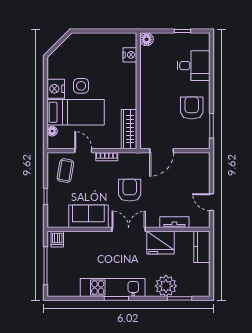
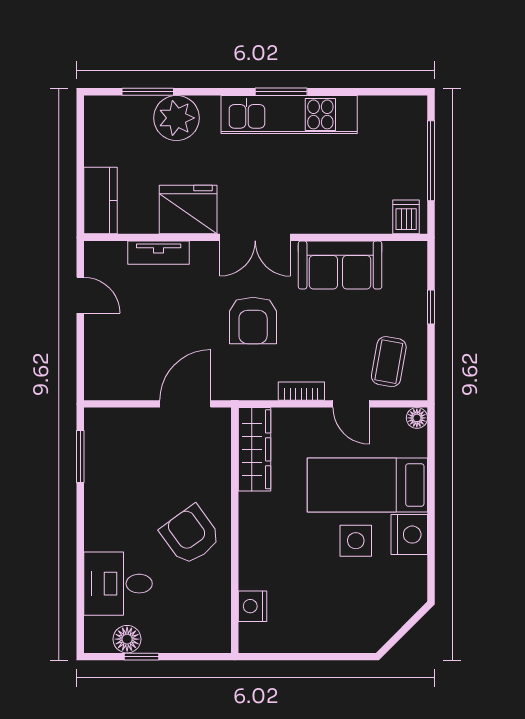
floor lamp: (147, 39) -> (127, 639), moved
armchair: (192, 108) -> (190, 535), moved, turned 144
floor lamp: (52, 131) -> (417, 418), moved

